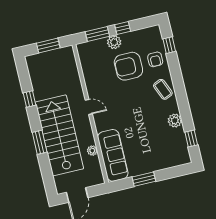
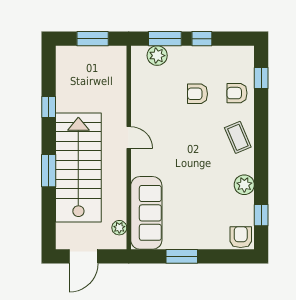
plant: (114, 42) -> (157, 56), moved
armchair: (155, 59) -> (237, 93), turned 90
armchair: (128, 66) -> (198, 94), width x0.53, depth x0.53
plant: (92, 151) -> (119, 228), moved
armchair: (181, 157) -> (241, 237), added

